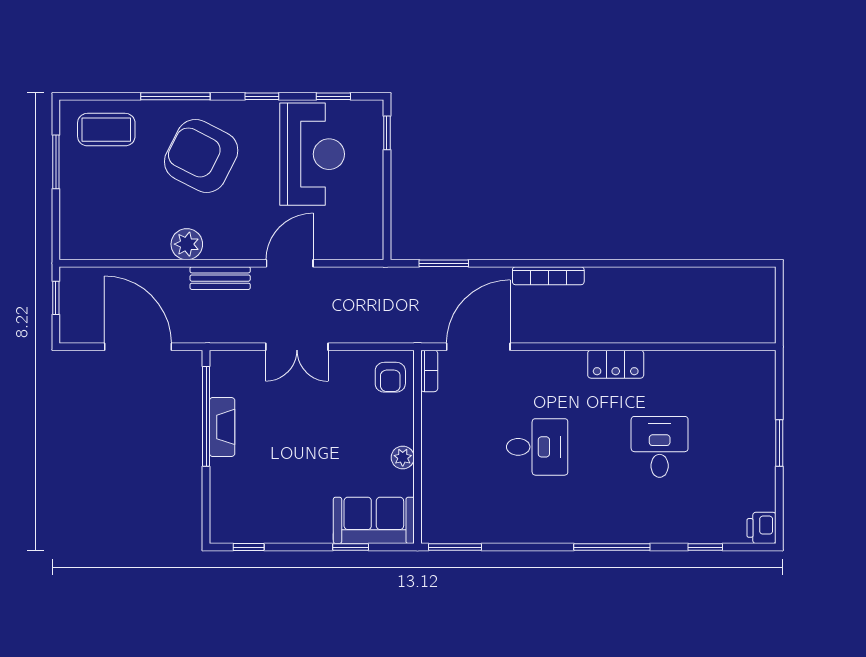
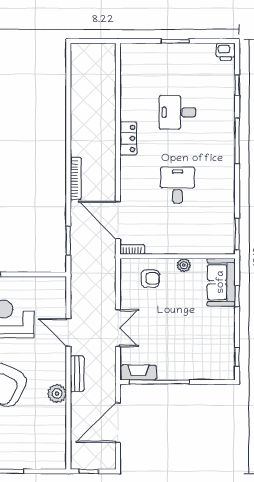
armchair: (390, 377) -> (150, 278), moved
fireplace: (222, 427) -> (138, 373), moved

